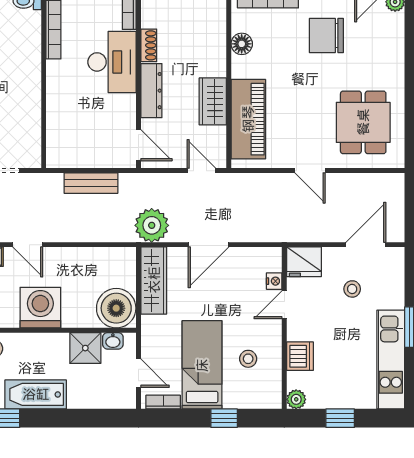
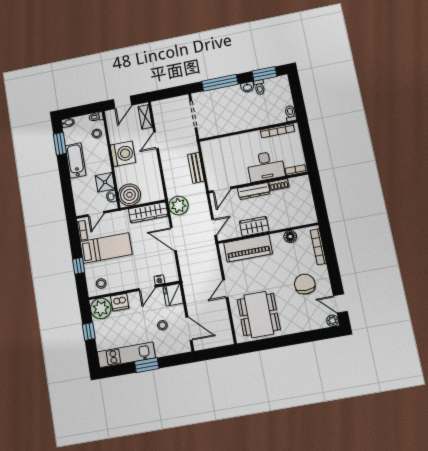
dining table: (363, 122) -> (259, 315), width x1.38
door: (284, 305) -> (147, 288), swing flipped
stool: (248, 359) -> (101, 283), moved
plant: (296, 399) -> (101, 308), width x1.88, depth x1.88

